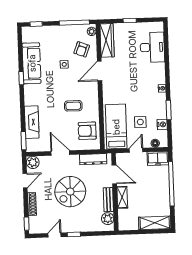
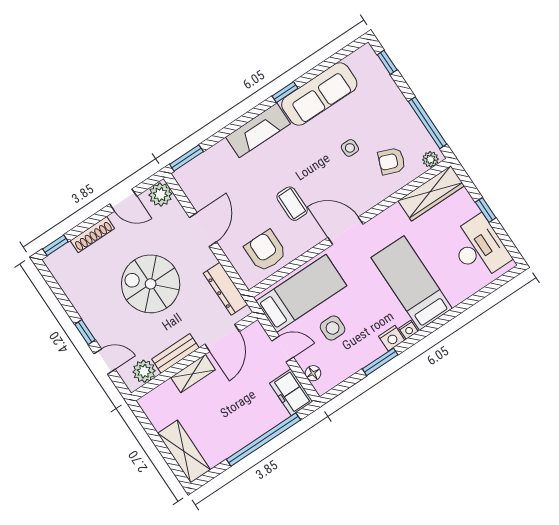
desk: (152, 47) -> (479, 248), moved, turned -90
door: (100, 71) -> (345, 231), moved
bed: (142, 74) -> (412, 283), added
fireplace: (32, 122) -> (258, 130), moved
nightstand: (162, 124) -> (392, 338), moved
door: (54, 235) -> (105, 361), moved

